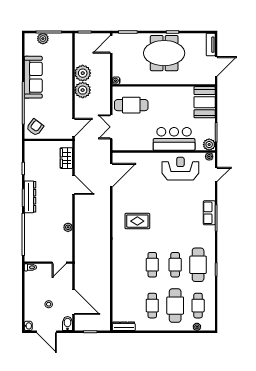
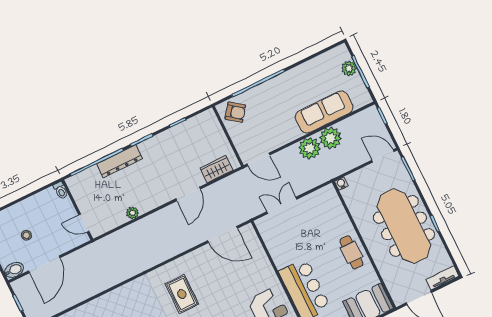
meeting table: (164, 53) -> (404, 226), width x1.36
sofa: (33, 77) -> (324, 112), moved, turned 180
cafe table: (131, 105) -> (351, 252), moved, width x0.73, depth x0.74
dresser: (30, 197) -> (119, 161), moved

